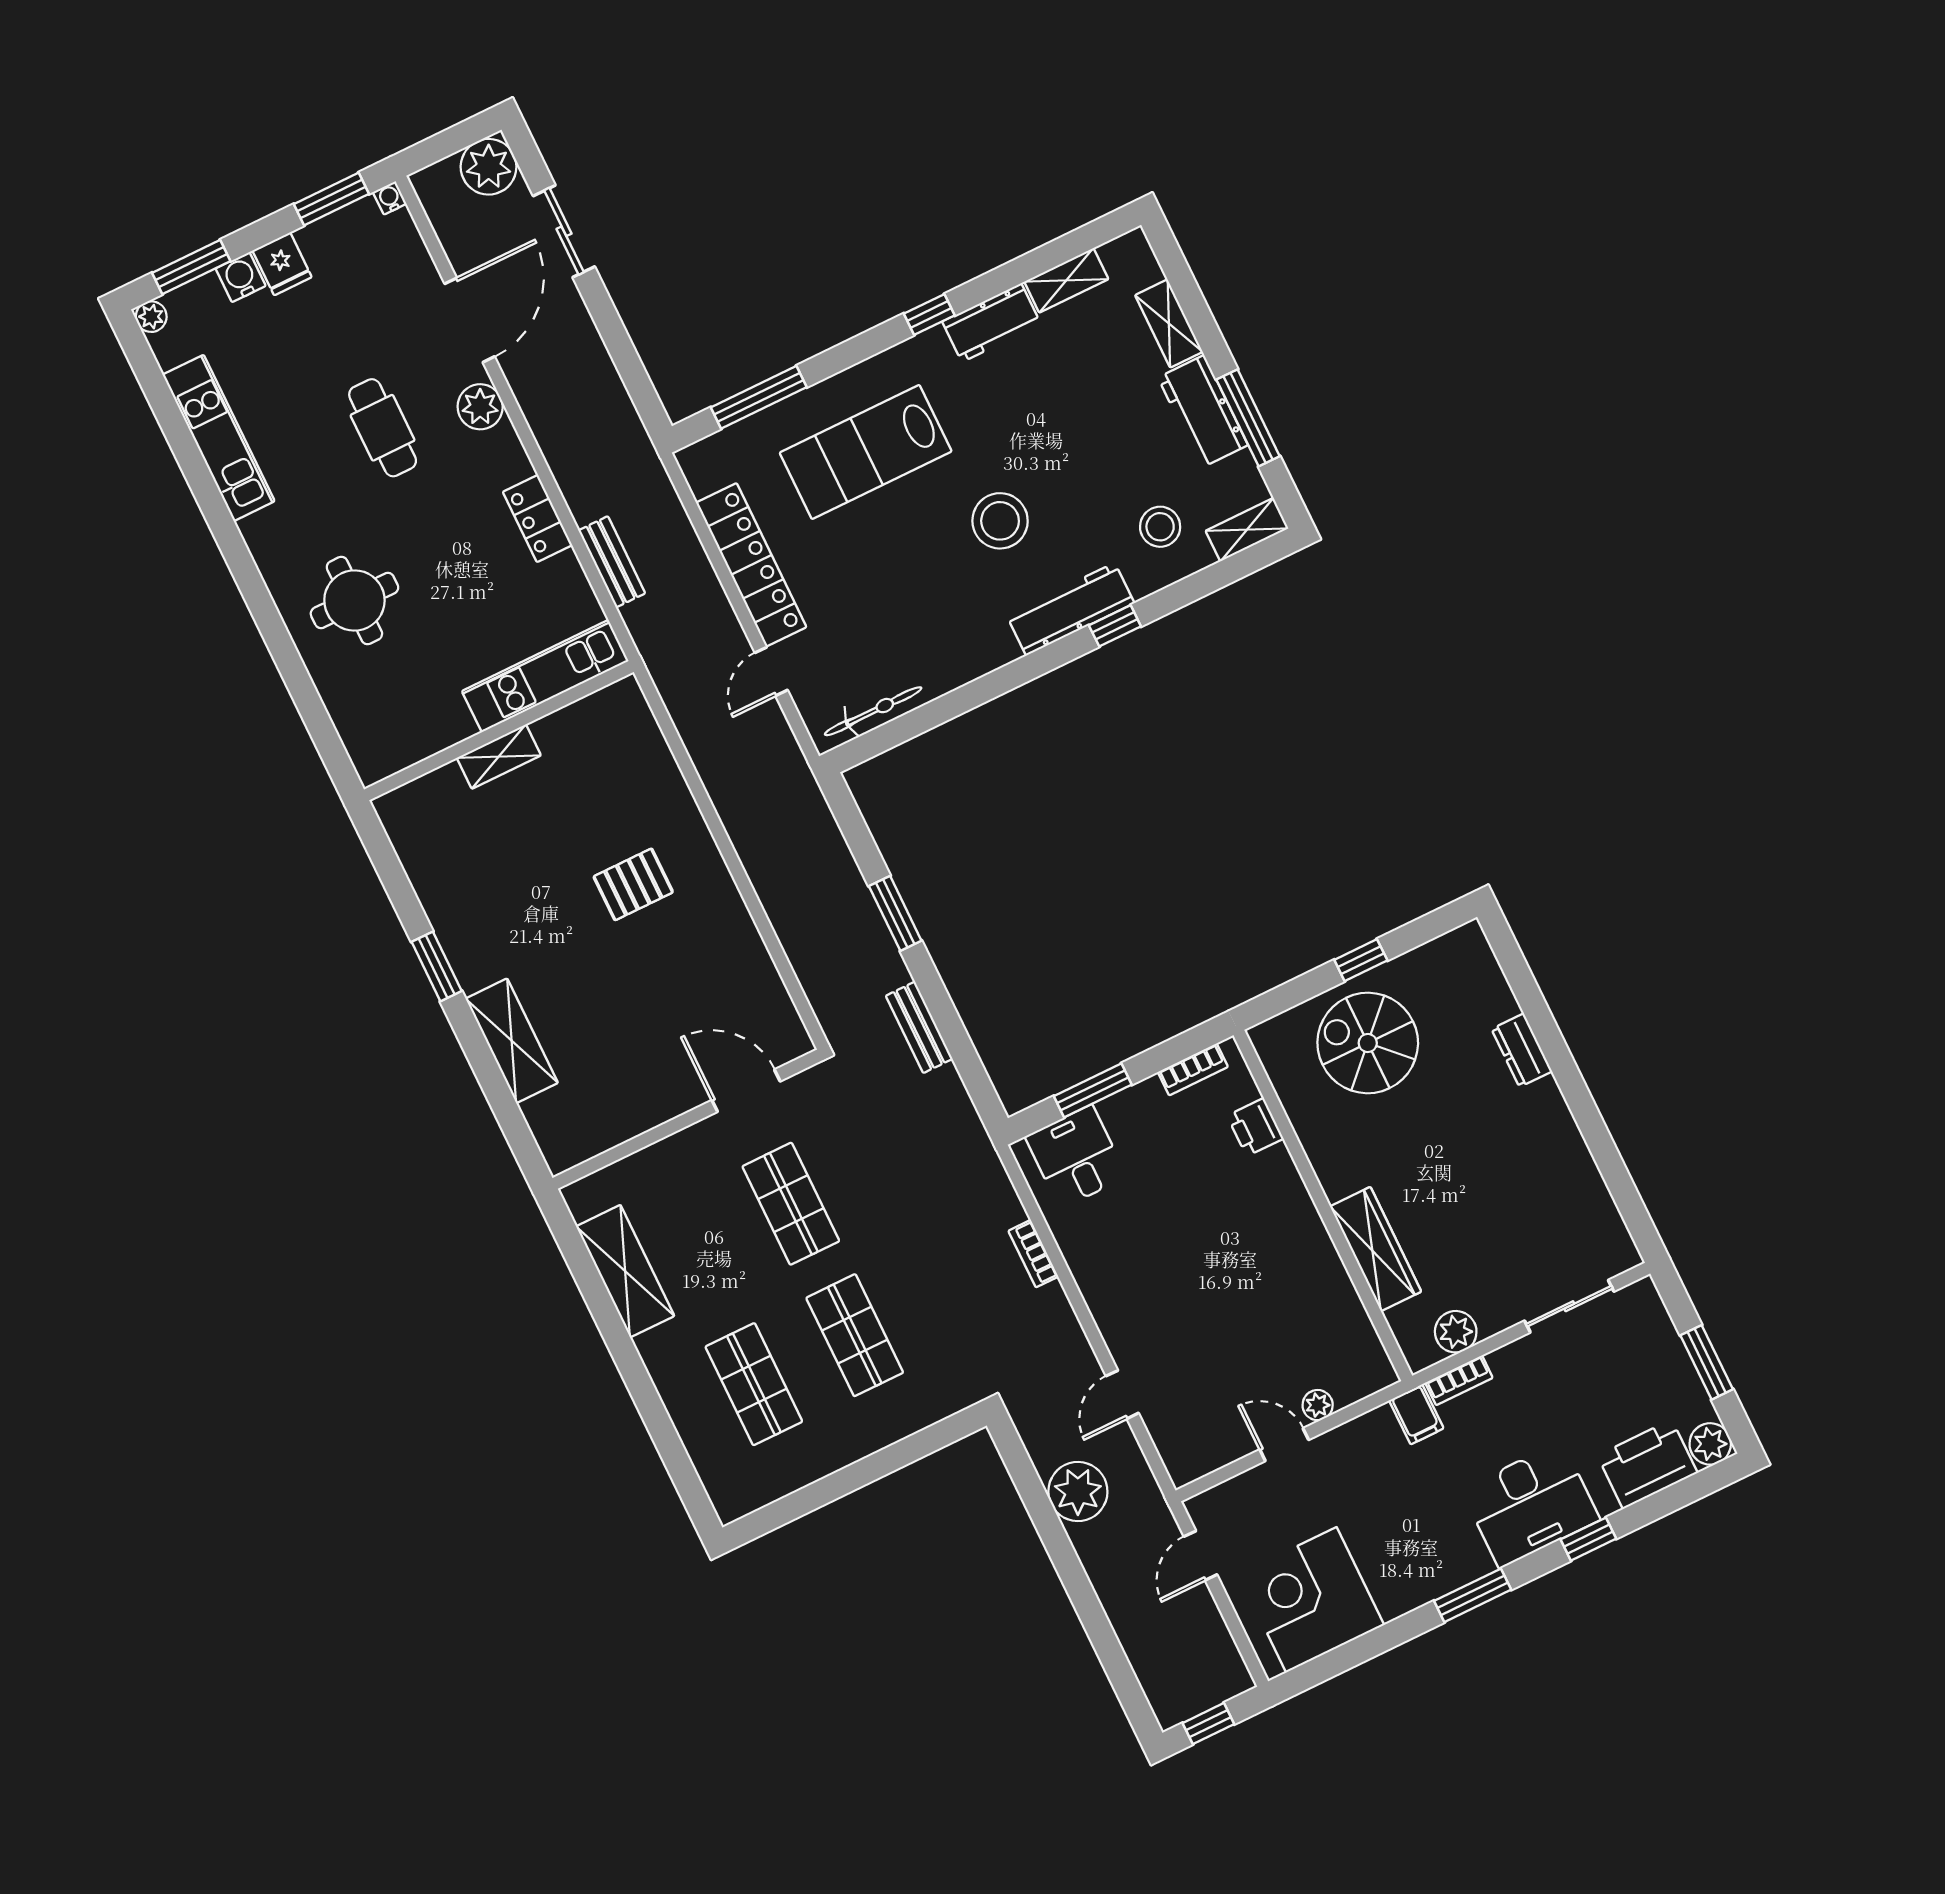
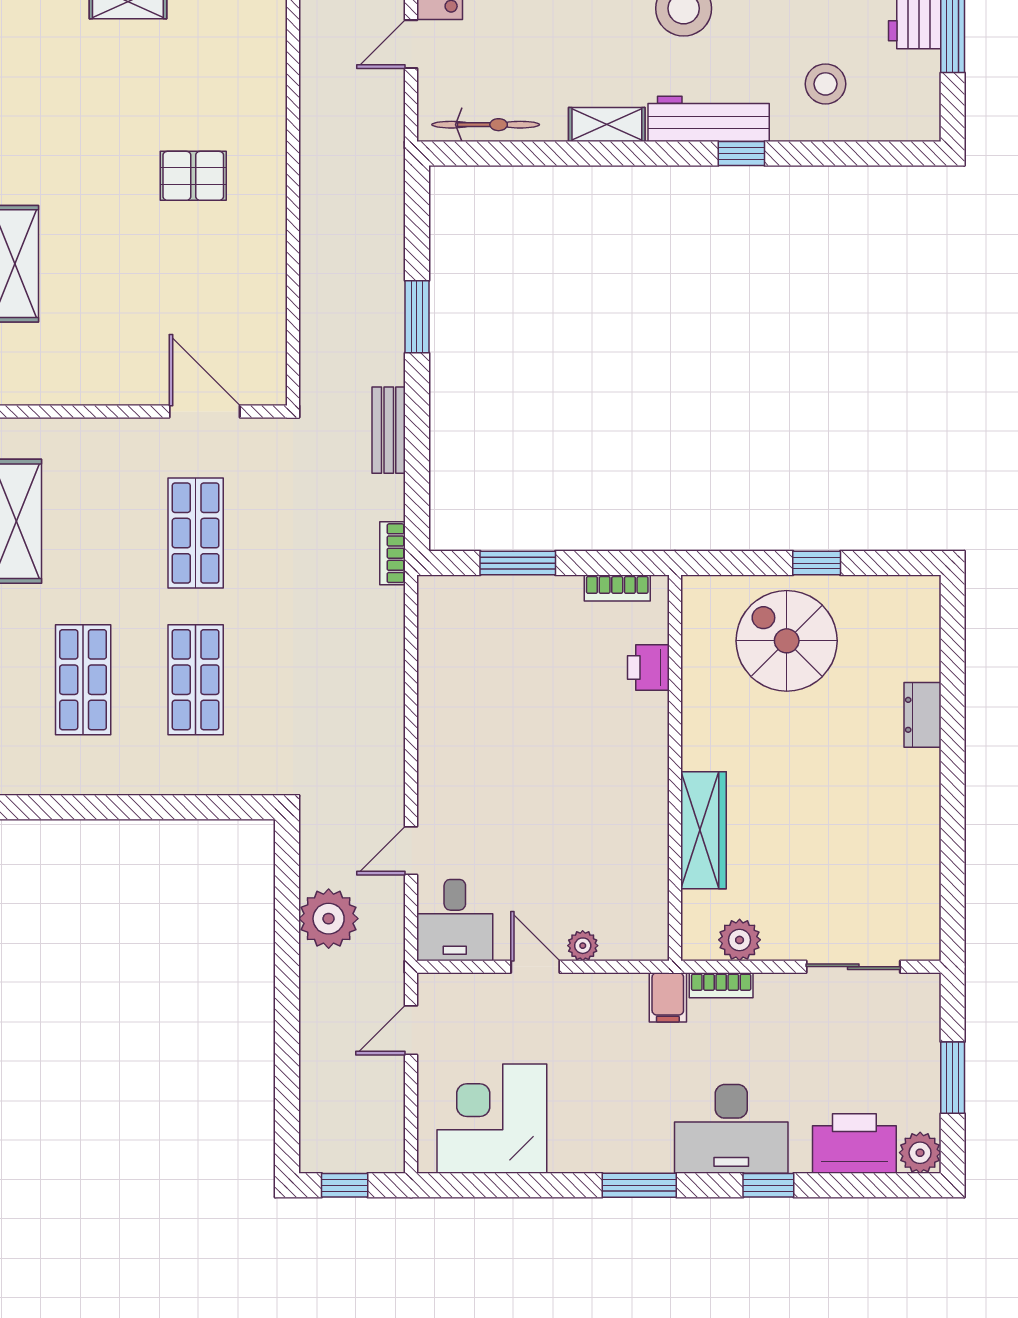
shelving: (1247, 530) -> (607, 125), moved
desk: (1076, 1157) -> (455, 920), moved, turned 180
bookcase: (1033, 1254) -> (392, 553), moved

